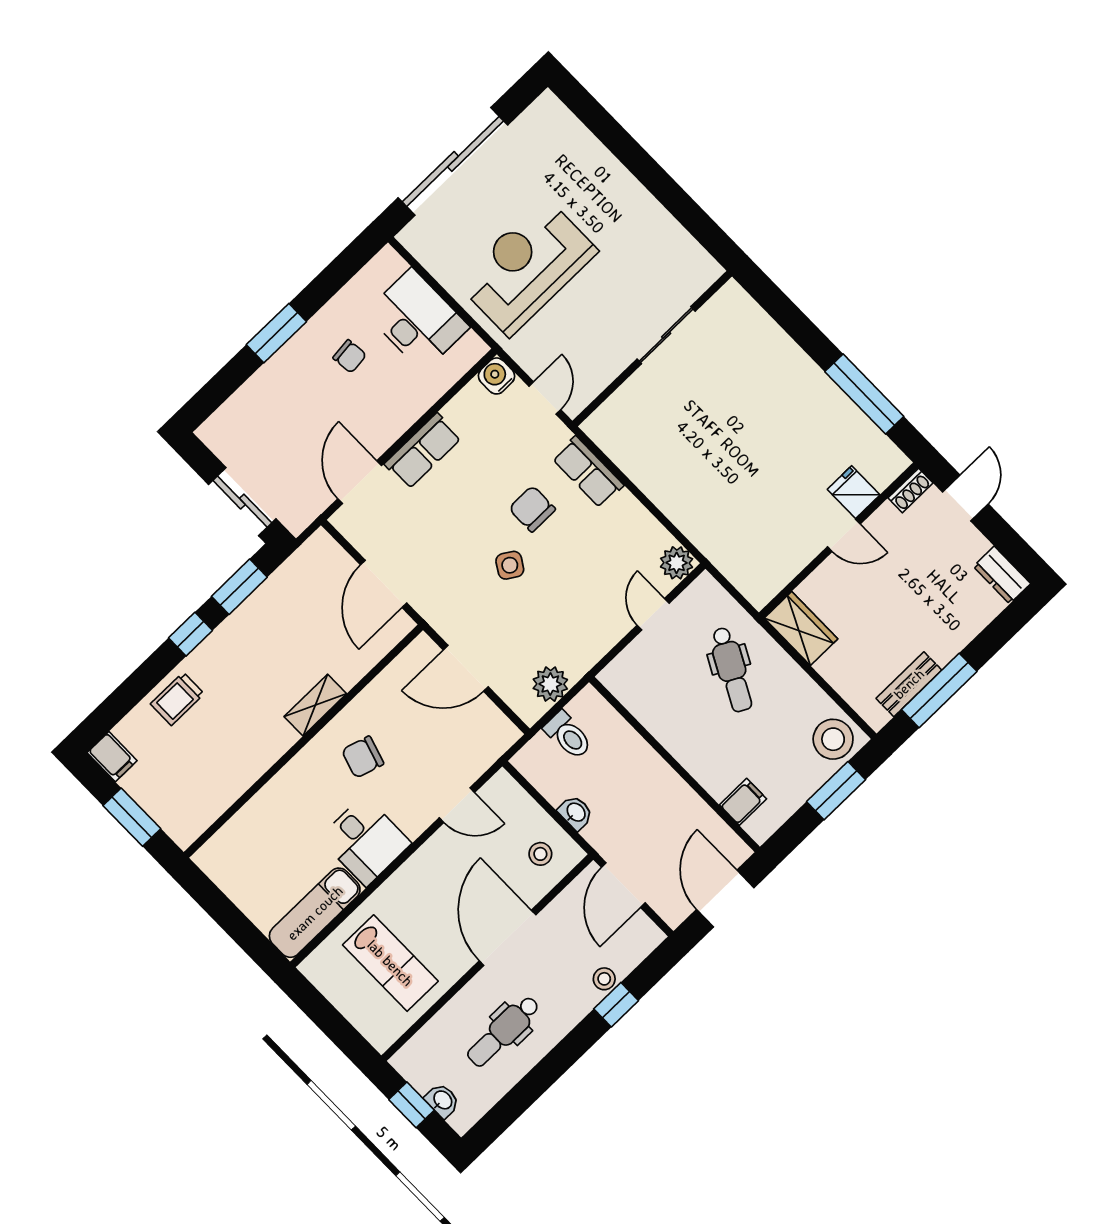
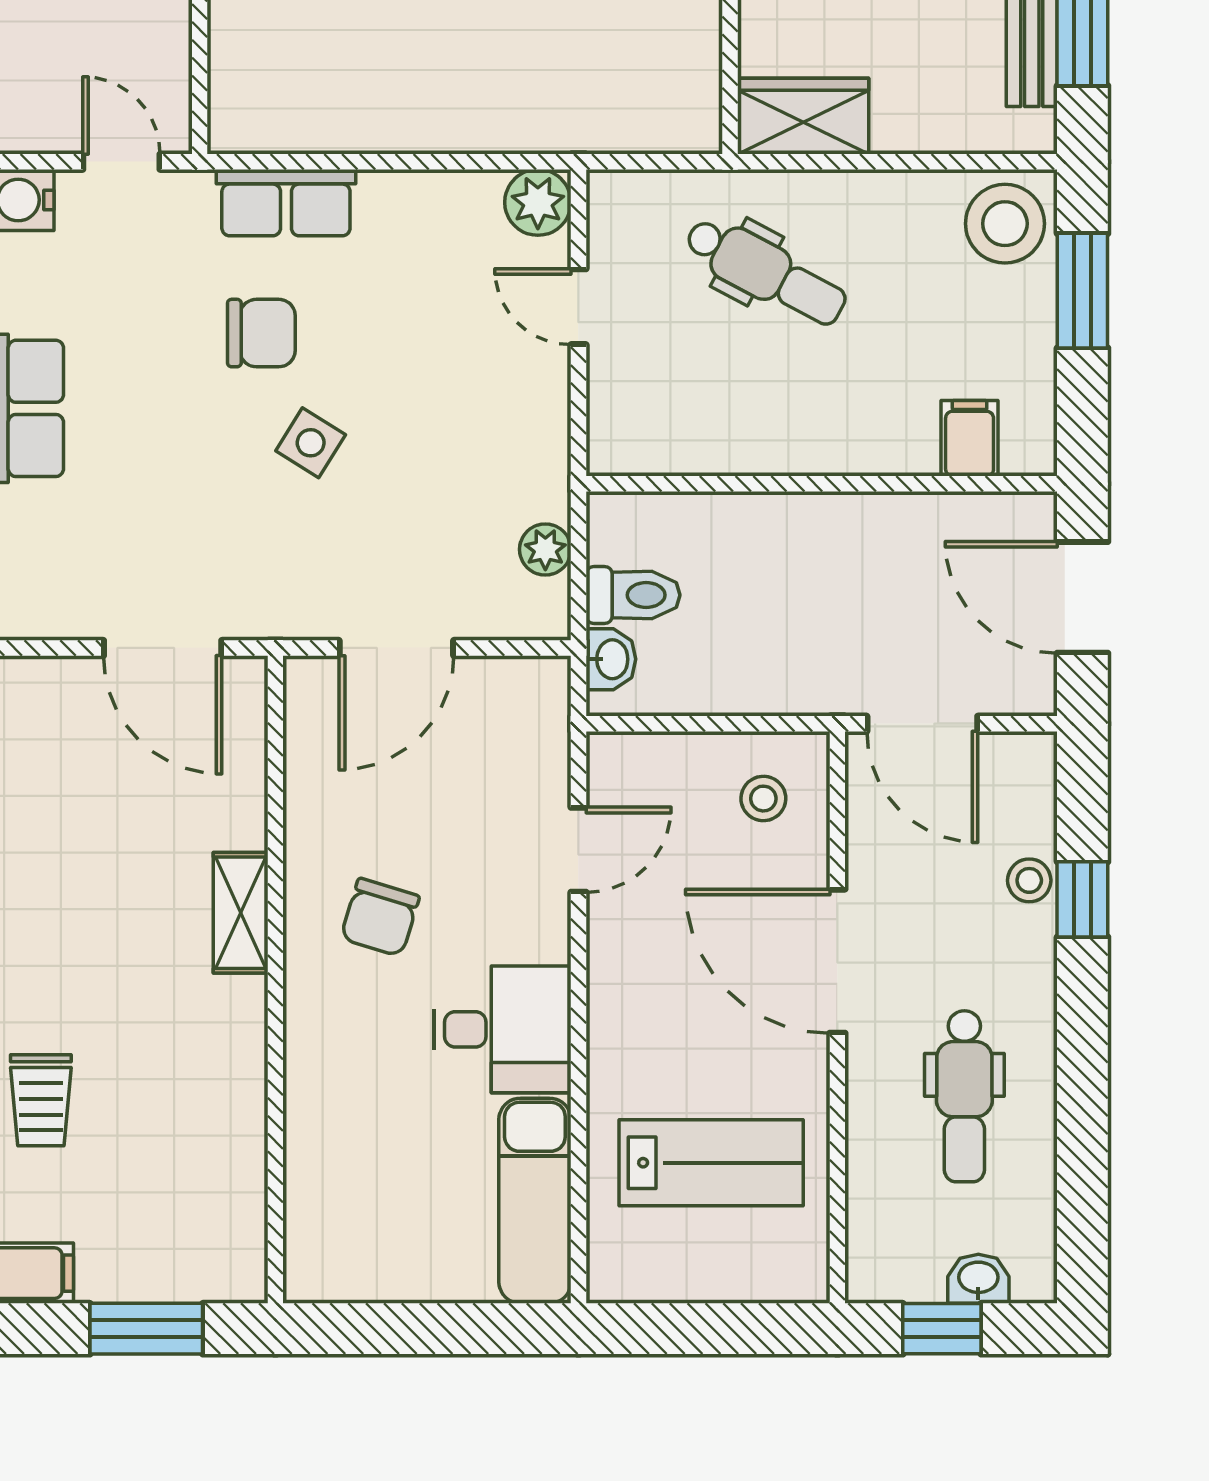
chair: (532, 509) -> (261, 333), turned 180
plant: (550, 684) -> (545, 549), width x0.73, depth x0.73
washbasin: (576, 813) -> (611, 659), moved, turned 90

